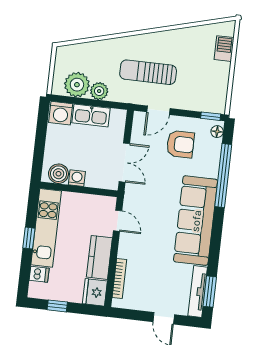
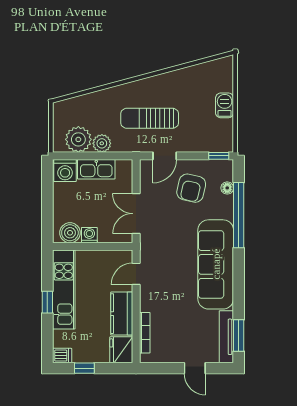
barbecue: (224, 49) -> (225, 105), moved
floor lamp: (217, 132) -> (227, 188), moved
armchair: (180, 144) -> (191, 188), turned 103
double door: (124, 163) -> (136, 214), swing flipped
door: (118, 221) -> (136, 274), swing flipped
dishwasher: (39, 274) -> (62, 356), moved

